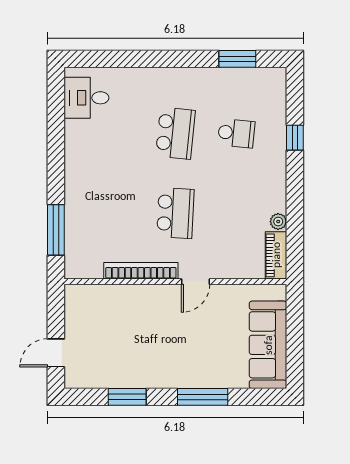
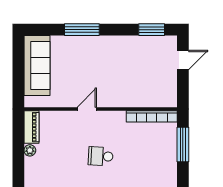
school desk: (175, 213) -> (101, 156), width x0.54
bookcase: (141, 271) -> (152, 116), moved
window: (127, 397) -> (152, 30), moved

